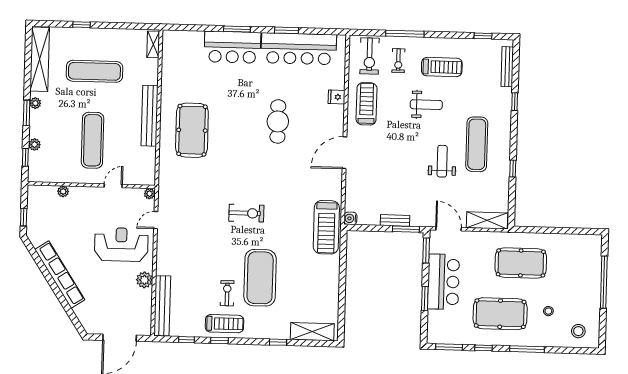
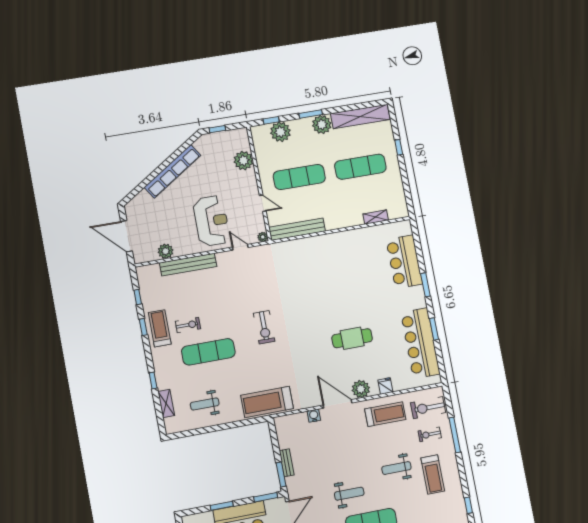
shelving: (153, 44) -> (376, 217), moved
bar counter: (232, 47) -> (404, 262), moved
exercise mat: (94, 71) -> (360, 167), turned 90
plant: (35, 103) -> (322, 124), width x1.88, depth x1.88
weight bench: (426, 105) -> (396, 468), turned 90
bench: (150, 116) -> (297, 229), moved
plant: (334, 124) -> (361, 389), added
pool table: (192, 130) -> (328, 263), removed
plant: (34, 144) -> (280, 132), width x1.88, depth x1.88
plant: (63, 191) -> (243, 161), width x1.87, depth x1.87
water cooler: (350, 218) -> (314, 416), moved
exercise mat: (260, 278) -> (208, 352), width x0.68
plant: (144, 280) -> (166, 251), moved
weight bench: (314, 293) -> (205, 404), added
bench: (162, 306) -> (188, 265), moved
treadmill: (224, 324) -> (160, 328), turned 180
shelving: (312, 332) -> (166, 403), width x0.67, depth x0.75

